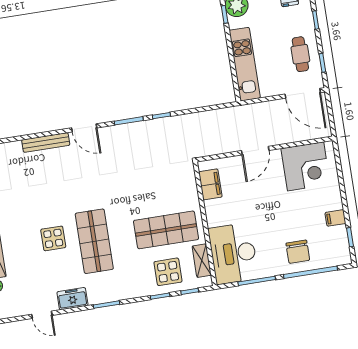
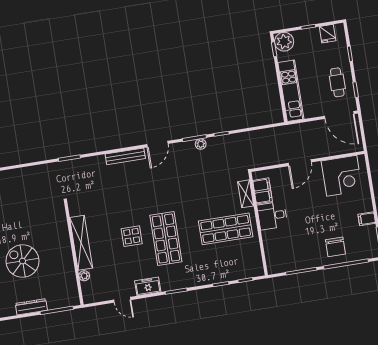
door: (84, 128) -> (157, 144), hinge flipped
plant: (136, 128) -> (201, 144), added
desk: (233, 254) -> (272, 216), moved, width x0.53, depth x0.77
shelving: (202, 261) -> (246, 194), moved
display table: (168, 272) -> (227, 264), removed

